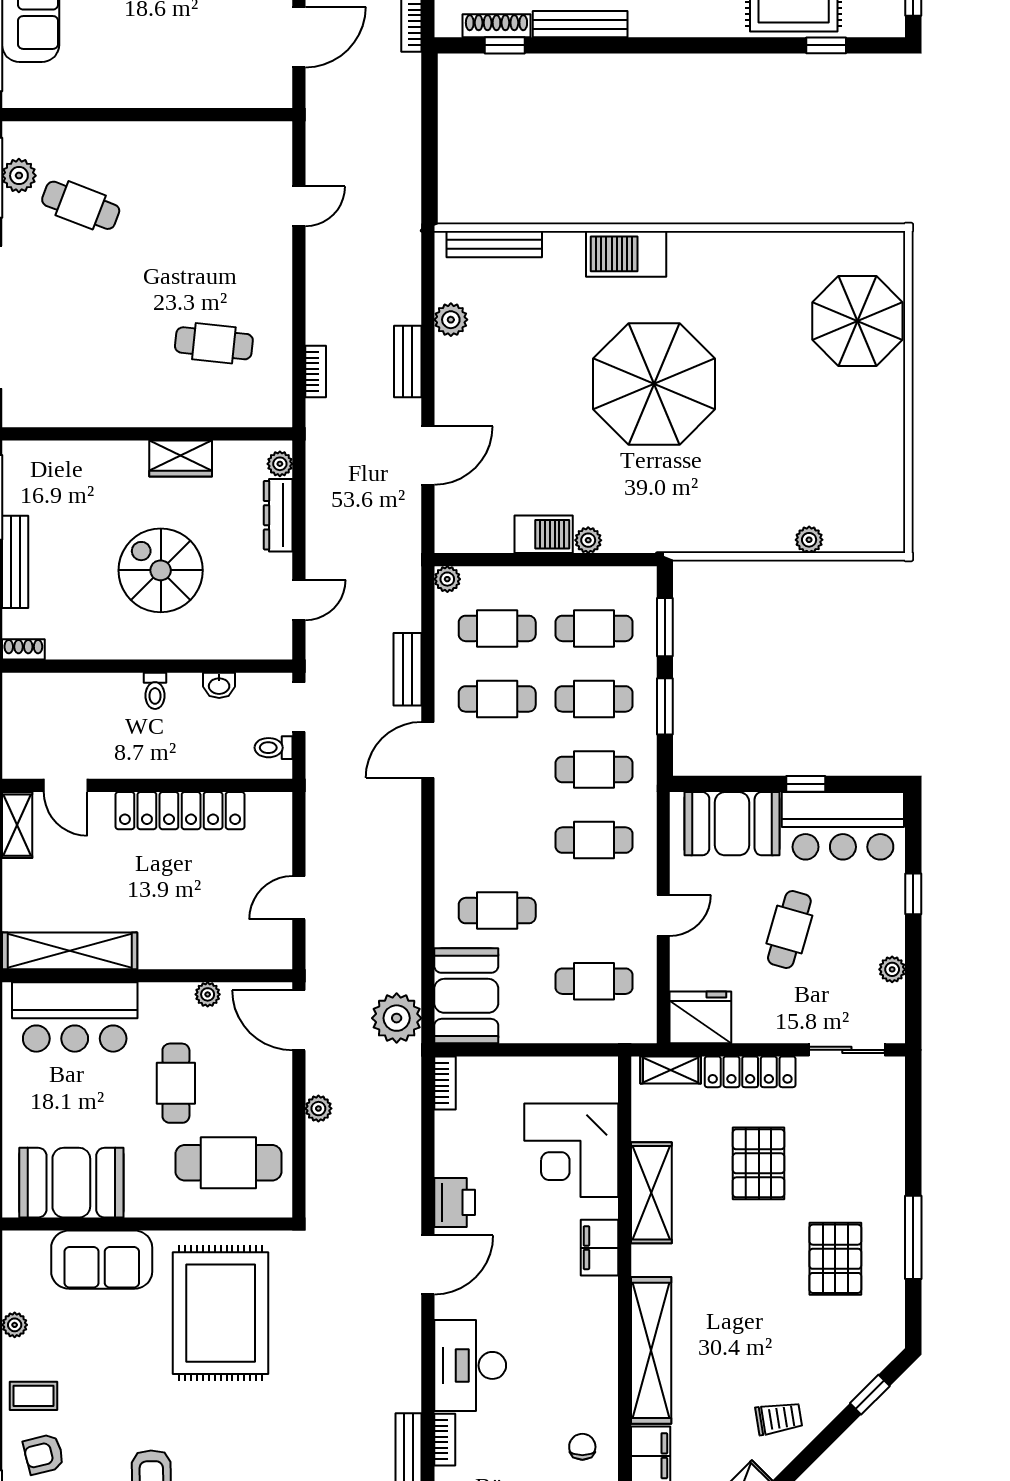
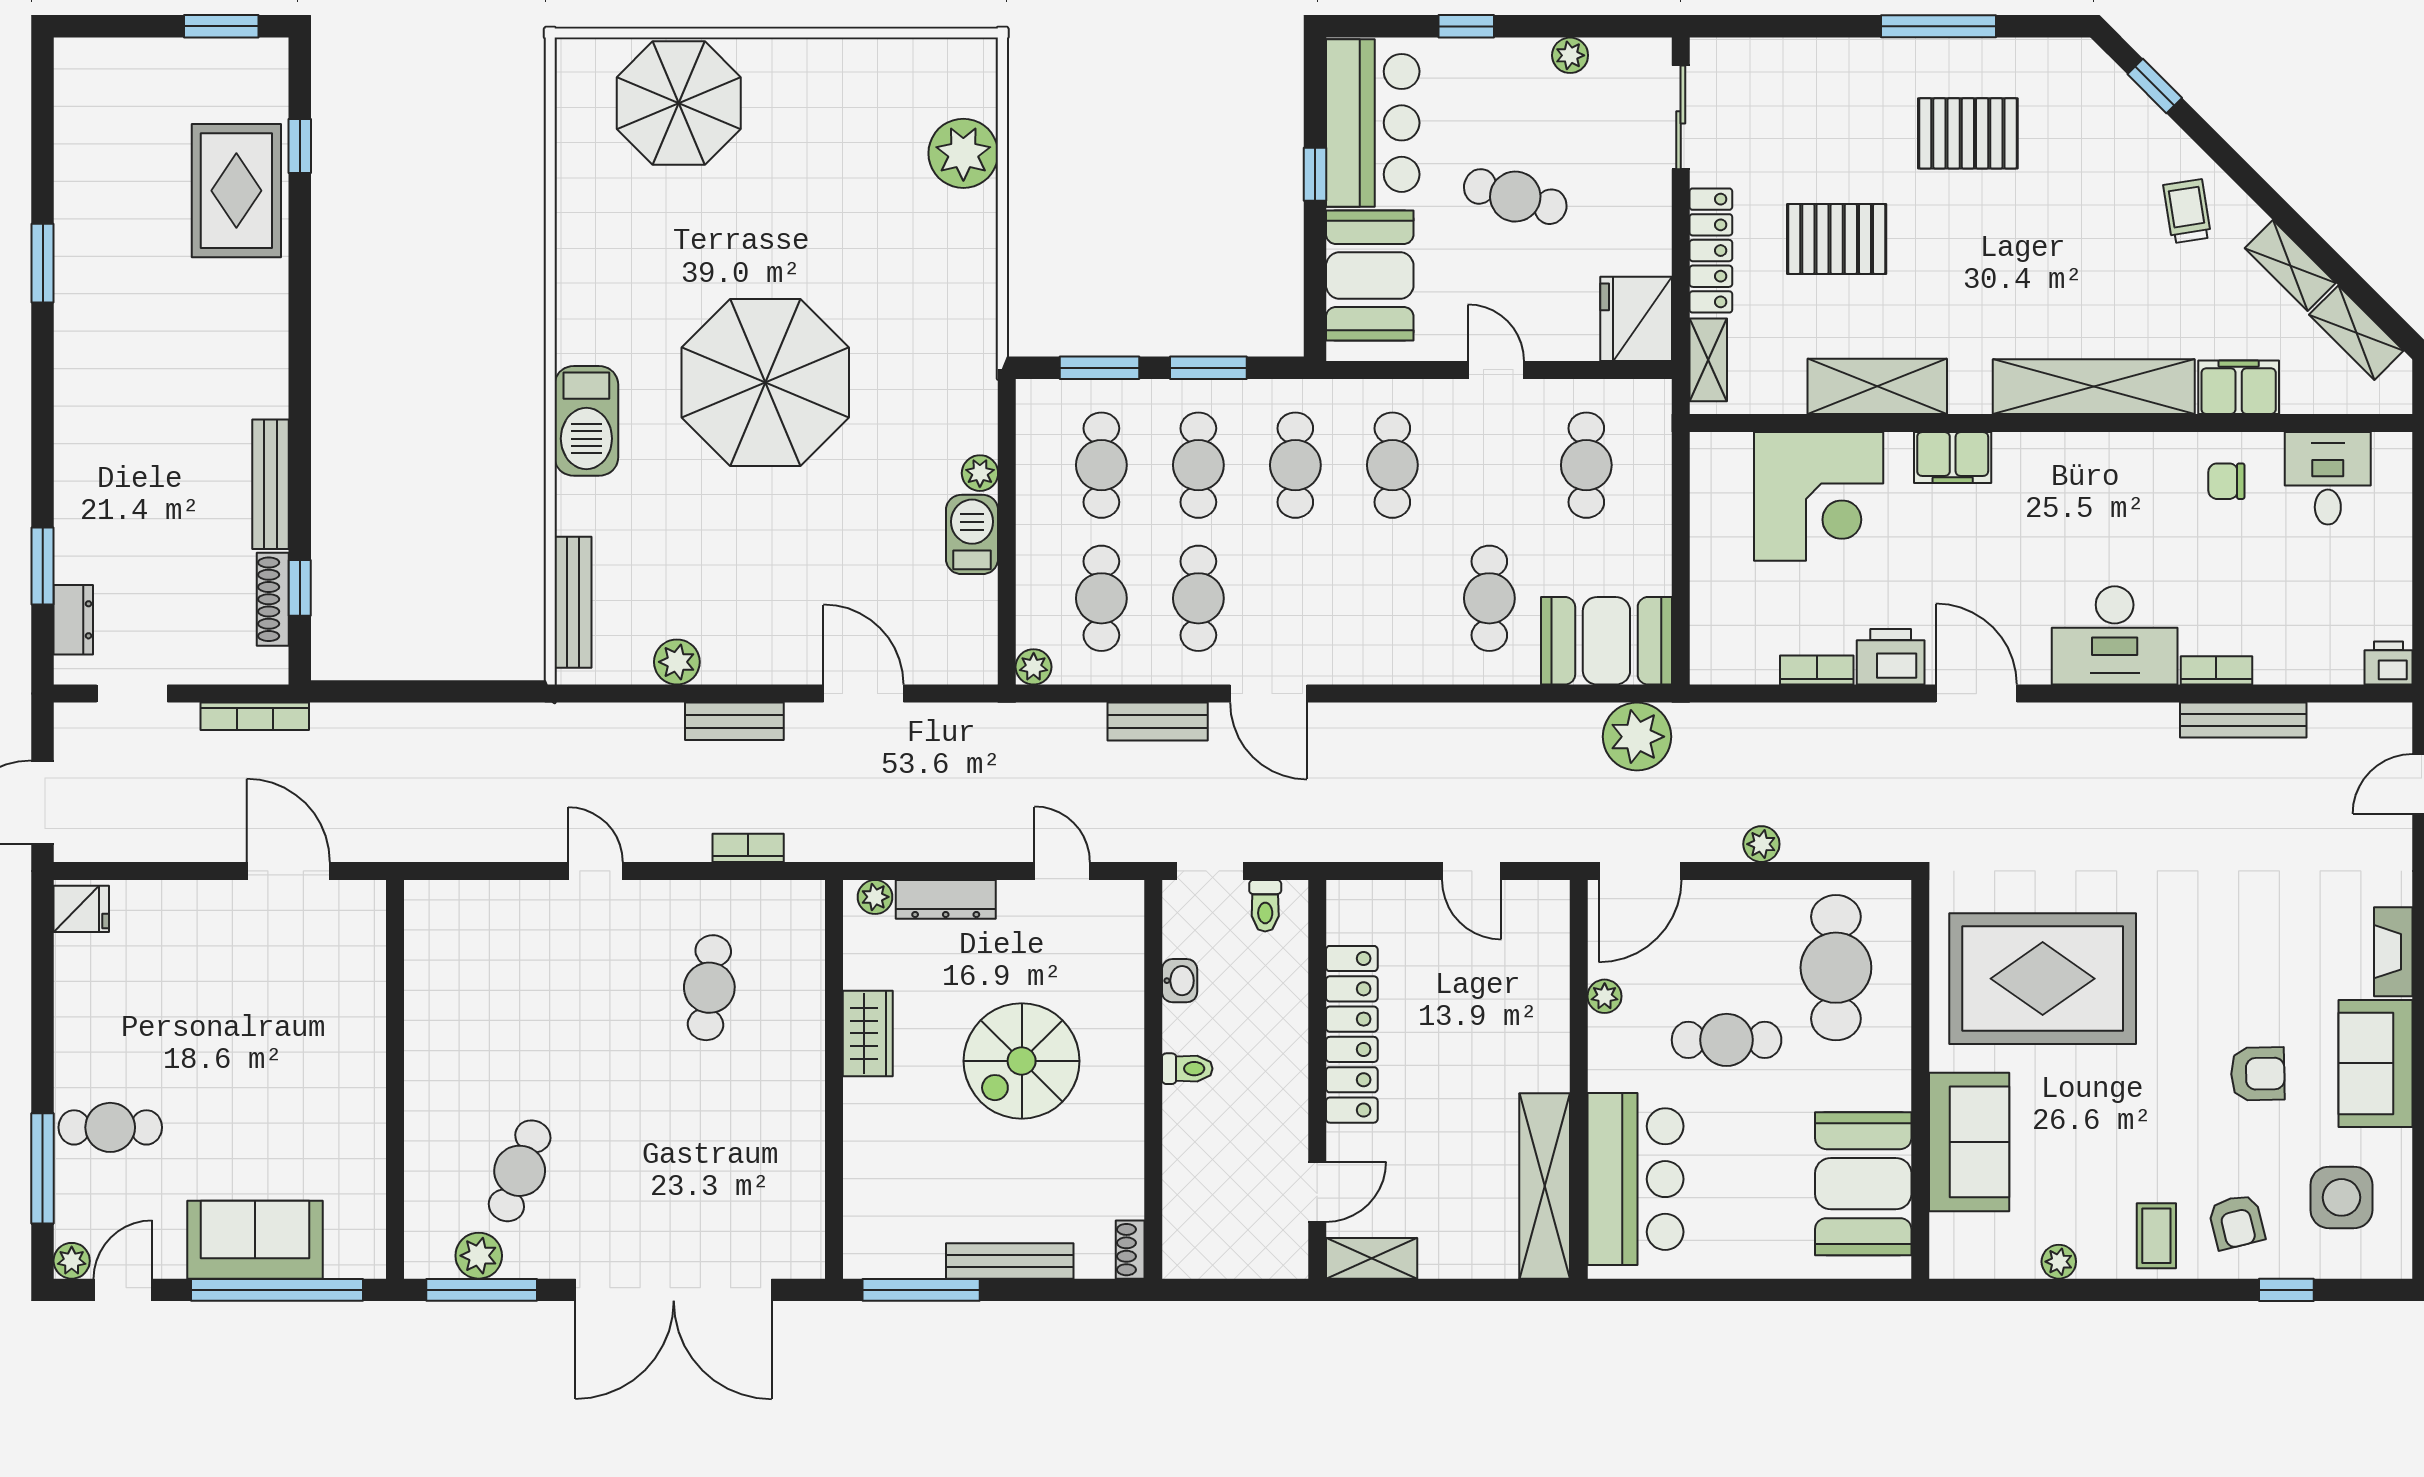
door: (299, 206) -> (595, 871), moved
plant: (809, 540) -> (963, 153), width x1.88, depth x1.88
bookcase: (445, 1083) -> (1817, 670), moved

